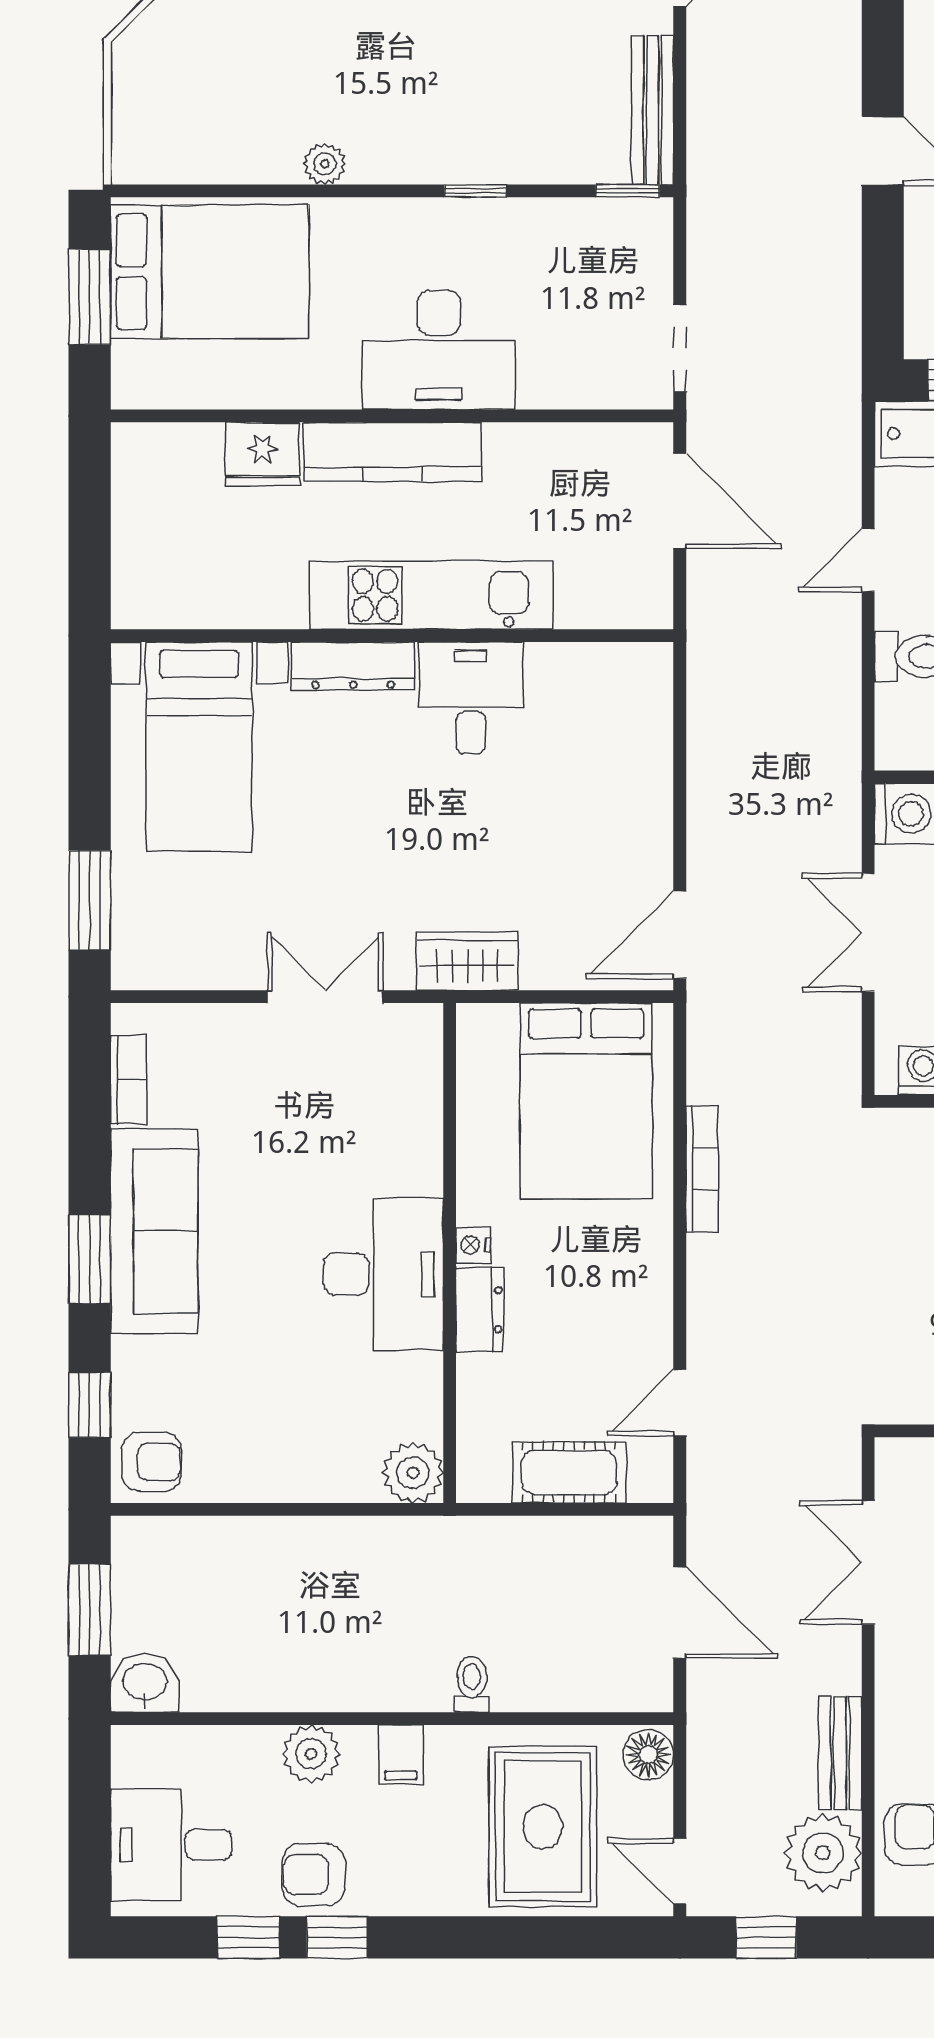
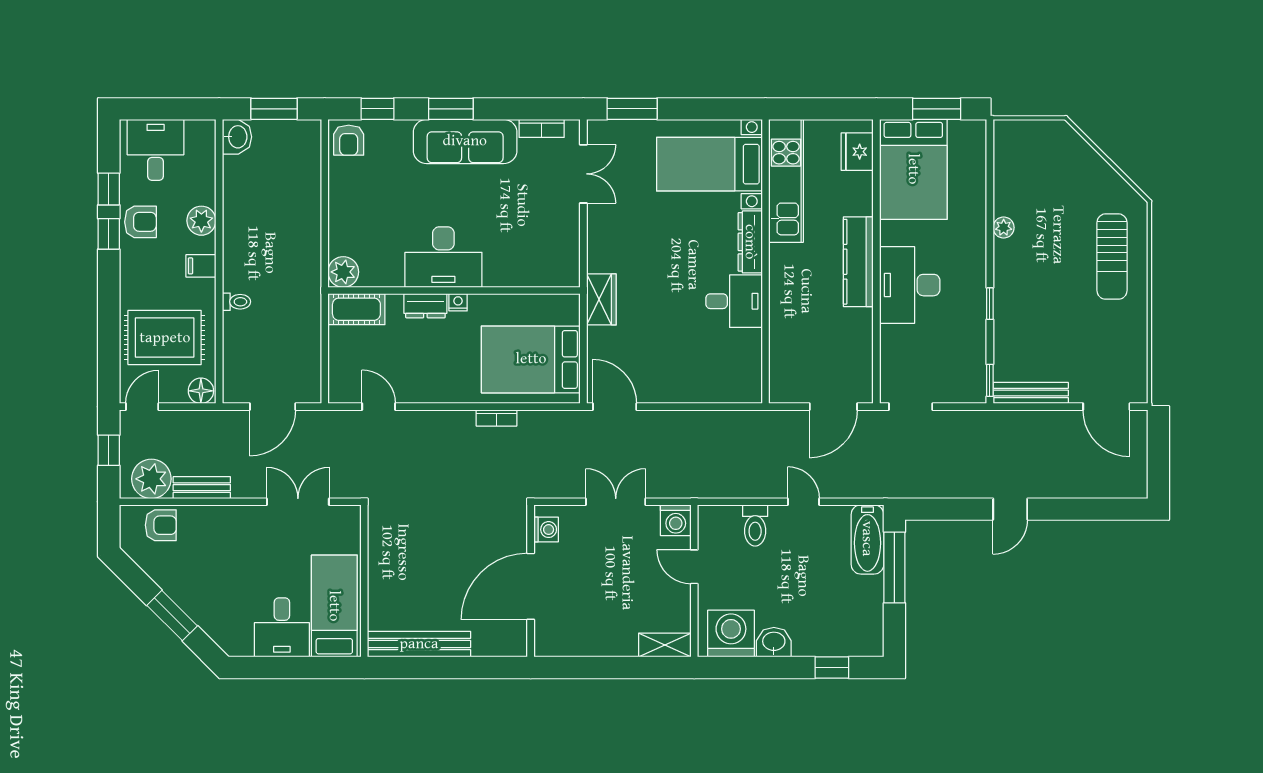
bed: (210, 272) -> (913, 169), moved
fridge: (262, 454) -> (857, 152), moved
kitchen unit: (431, 595) -> (786, 181), moved
double door: (325, 997) -> (583, 174), moved
bookcase: (702, 1169) -> (497, 418), width x0.64
cot: (569, 1472) -> (356, 309), moved, turned 90
armchair: (313, 1875) -> (140, 222), turned 90

